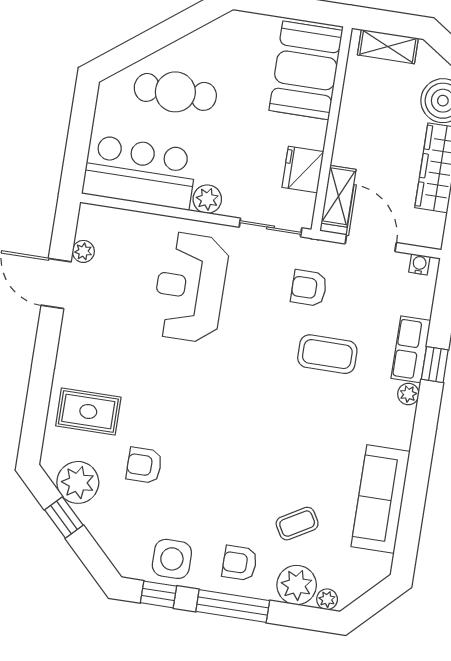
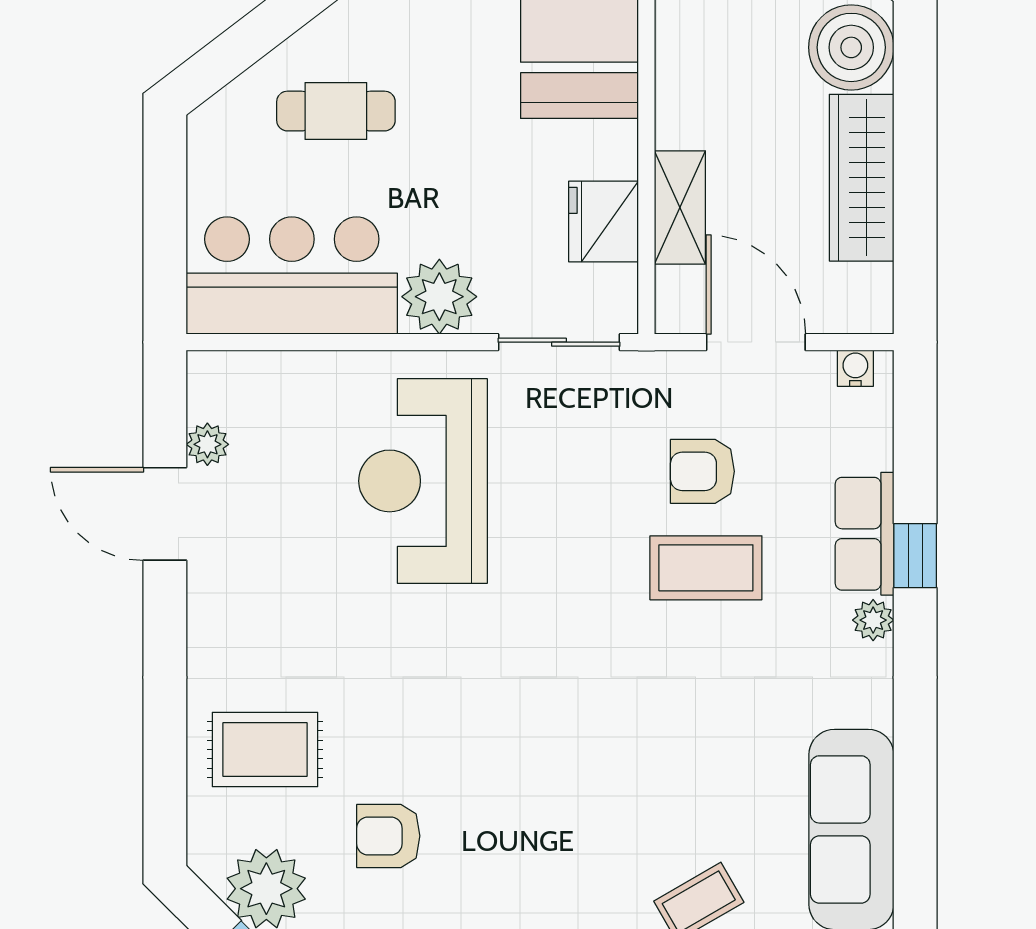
cafe table: (175, 92) -> (336, 111), width x0.73, depth x0.74
shelving: (338, 196) -> (680, 207), moved
plant: (207, 199) -> (439, 297), width x1.36, depth x1.36
armchair: (309, 288) -> (702, 471), moved

